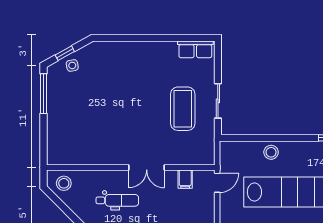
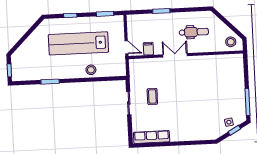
row of seats: (195, 49) -> (152, 137), width x1.48
coffee table: (183, 109) -> (152, 96), width x0.54, depth x0.58
door: (217, 183) -> (127, 47), swing flipped
dental chair: (117, 200) -> (194, 32), turned 180

